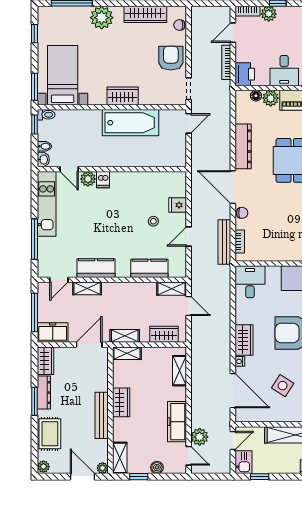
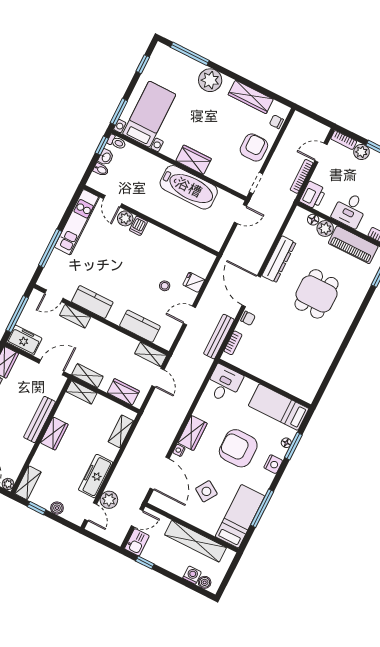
washbasin: (43, 160) -> (106, 157), moved
bench: (102, 415) -> (40, 420), moved

